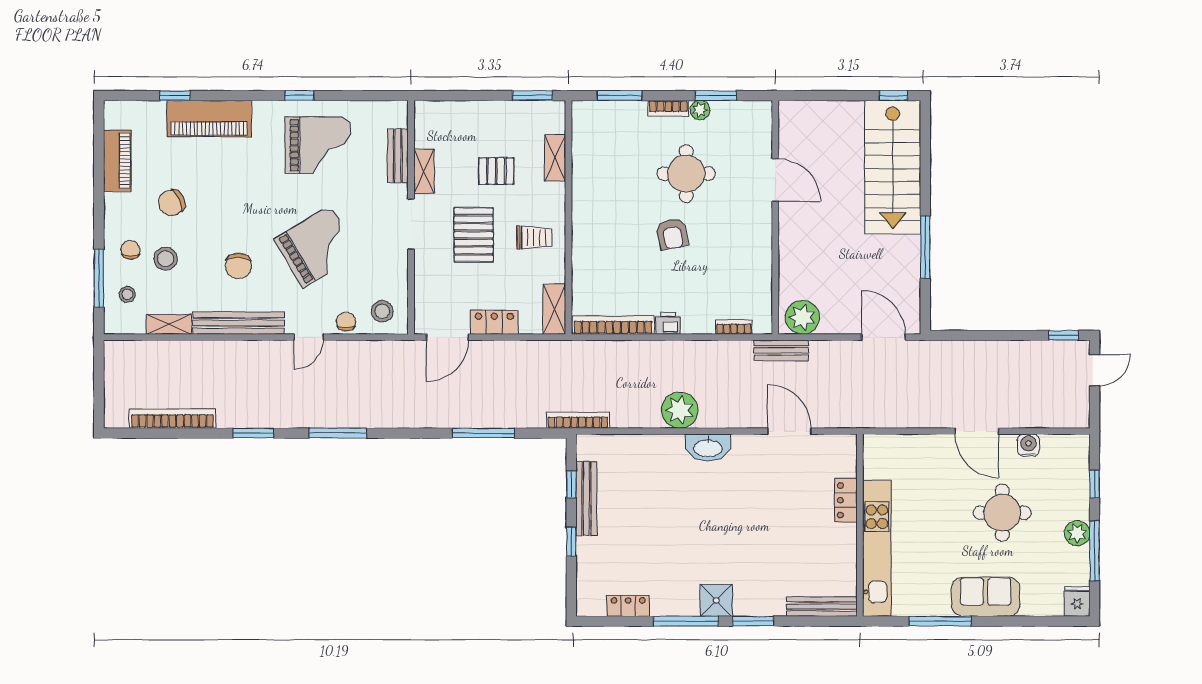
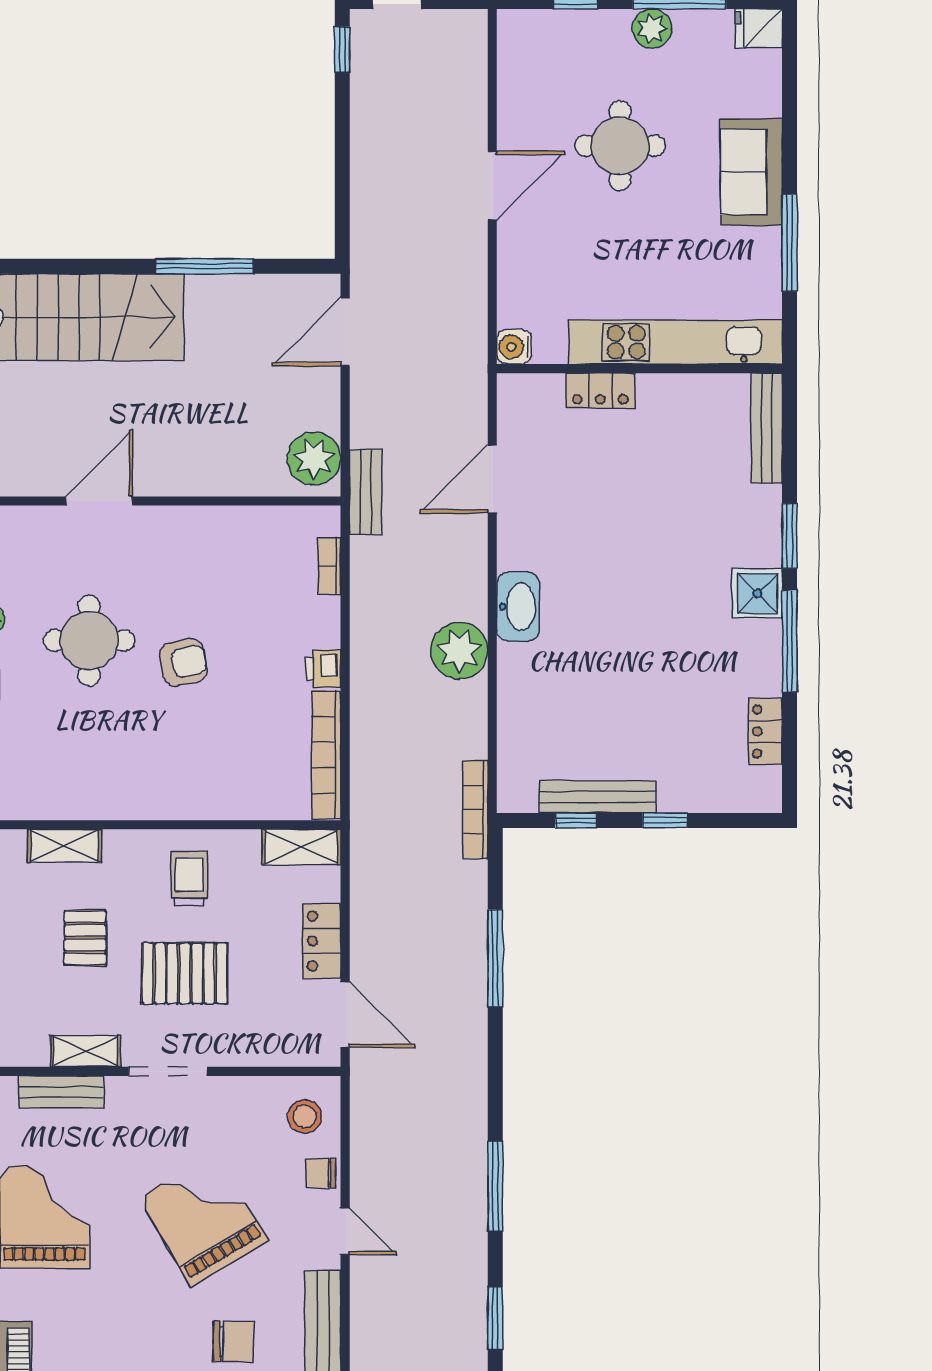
water cooler: (1028, 445) -> (514, 347), moved

